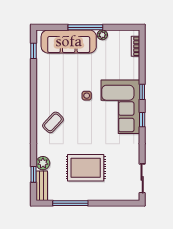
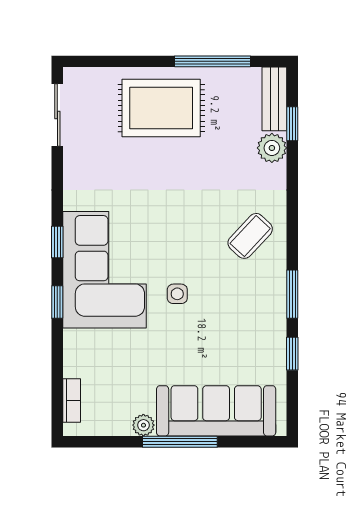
window: (33, 51) -> (292, 354), moved
window: (33, 96) -> (292, 294), added
rug: (86, 168) -> (161, 108), moved

